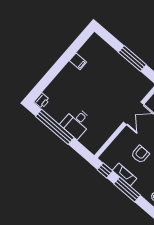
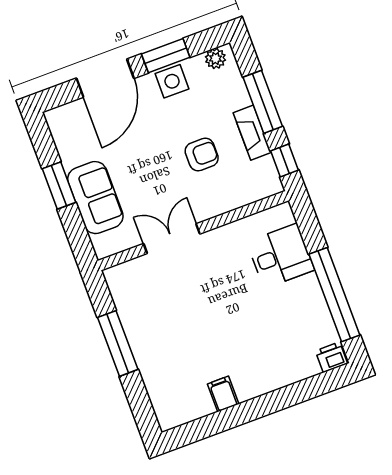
desk: (76, 123) -> (281, 256), moved
armchair: (140, 154) -> (202, 155), turned 180

